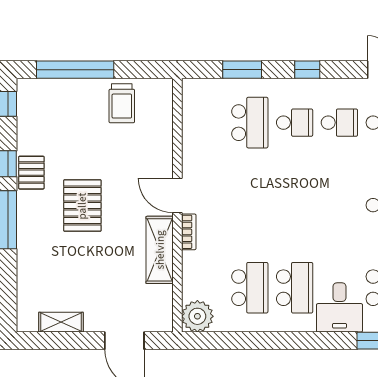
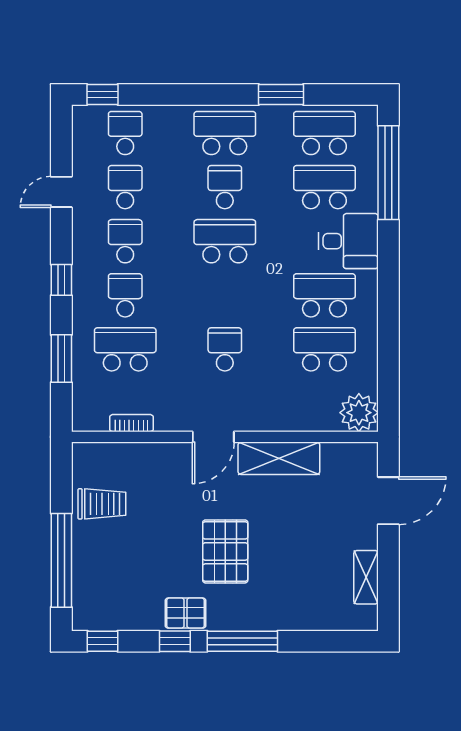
school desk: (250, 205) -> (225, 349), added
school desk: (339, 205) -> (225, 241), added
pallet: (82, 206) -> (225, 551), turned 90
bookcase: (189, 232) -> (131, 423), moved

